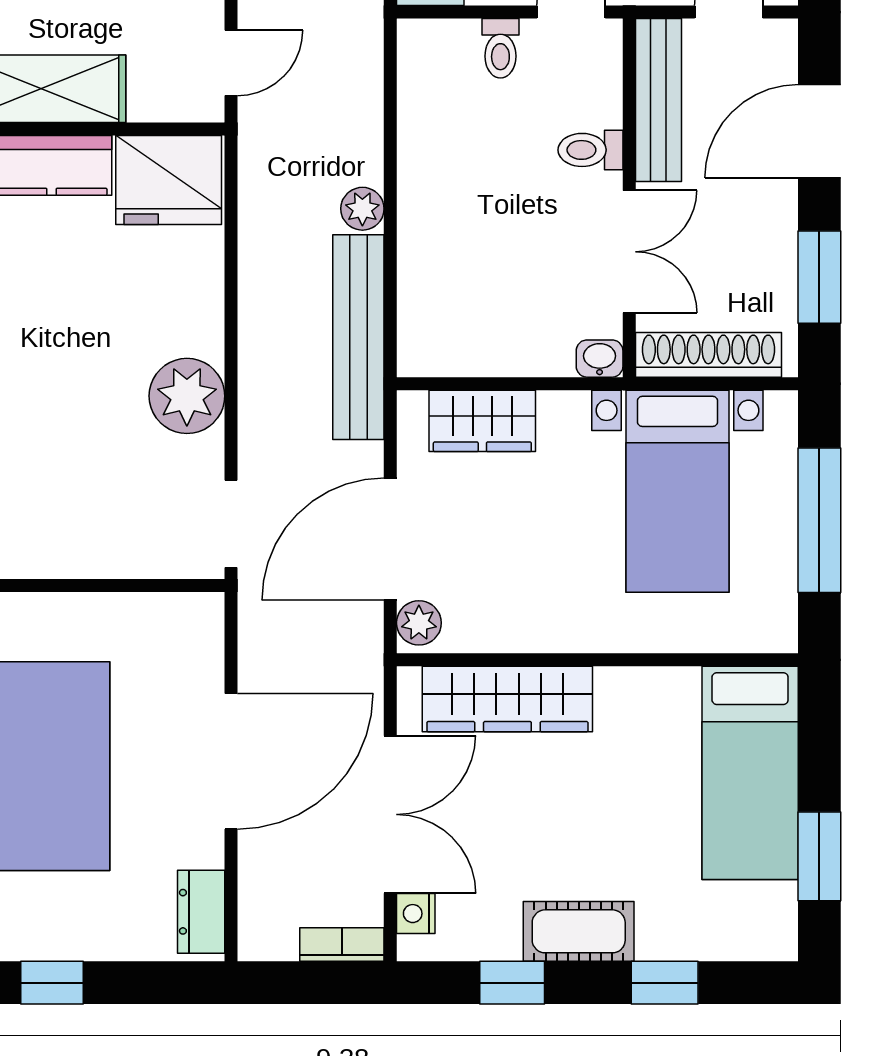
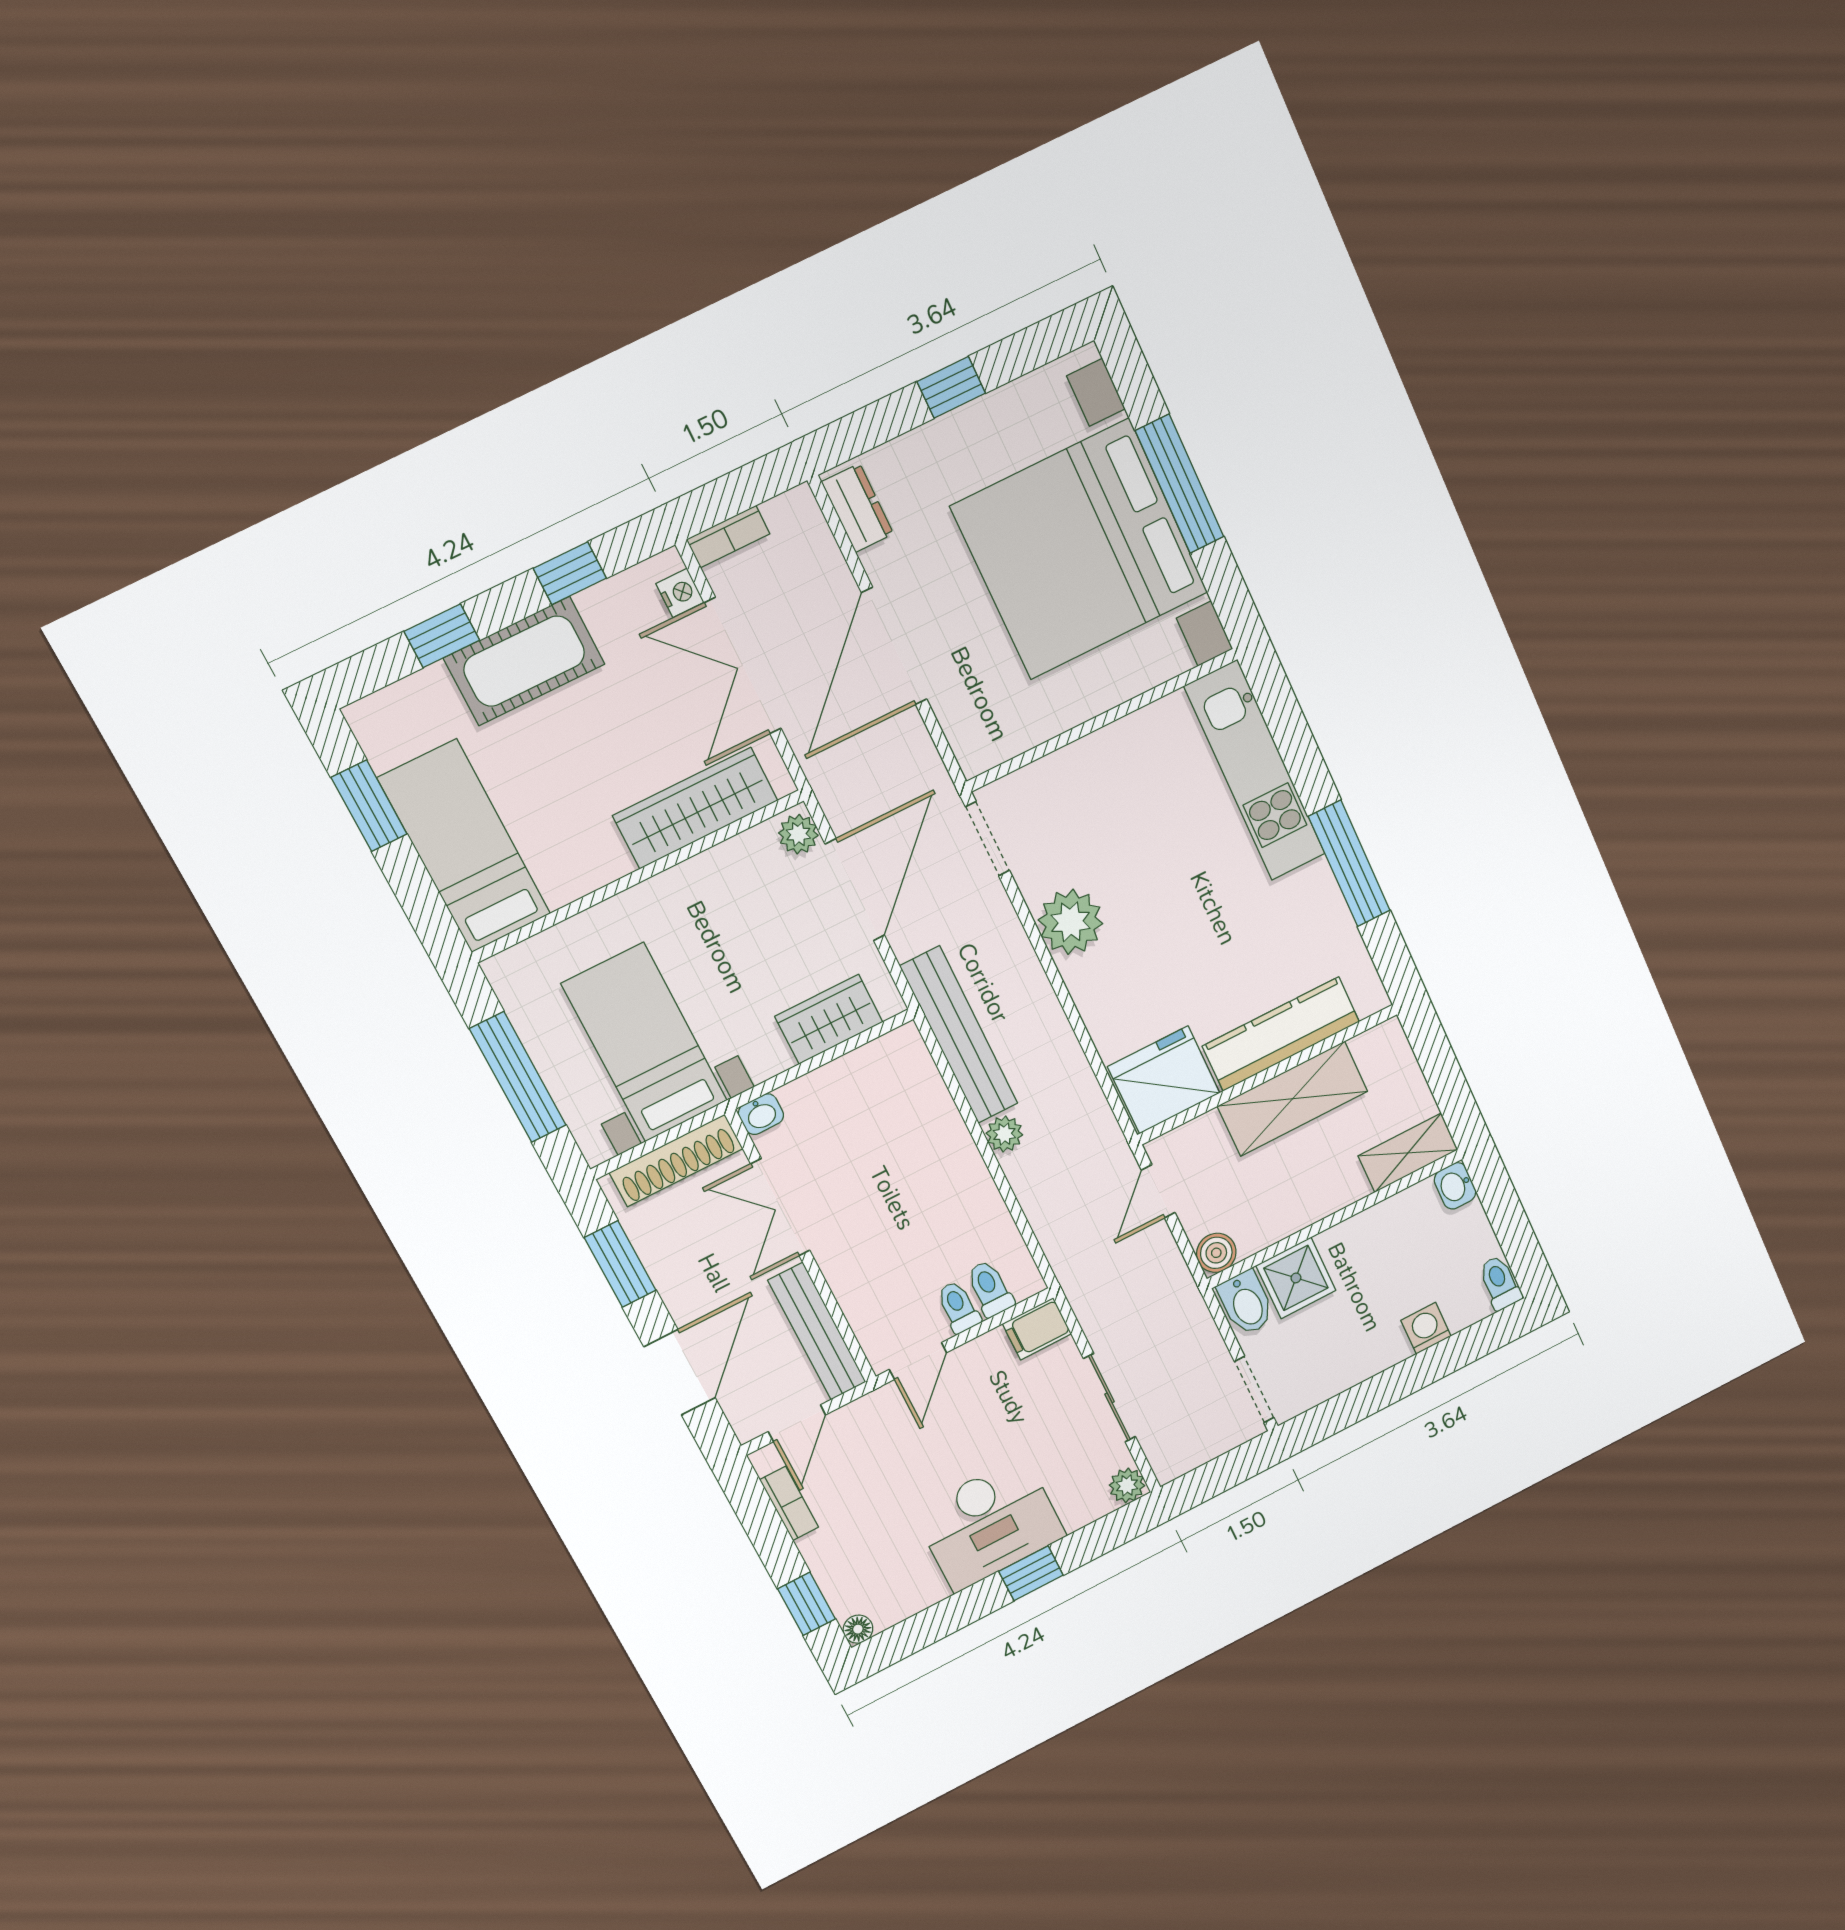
toilet: (591, 150) -> (990, 1289), moved, turned -90
cot: (579, 931) -> (524, 661), width x1.37, depth x1.34

